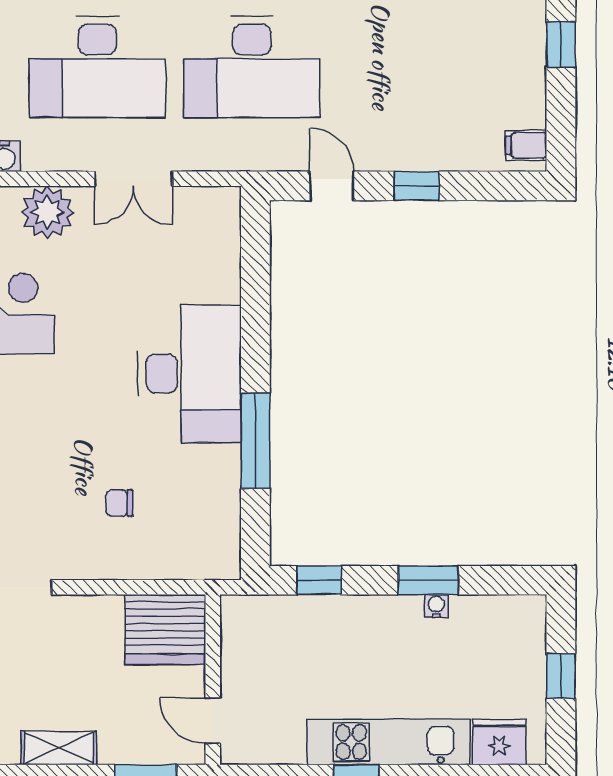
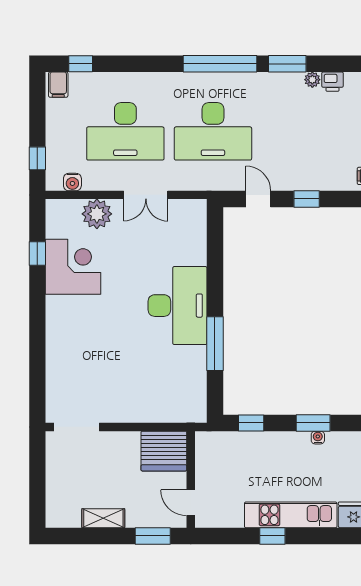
chair: (119, 503) -> (138, 379), removed

